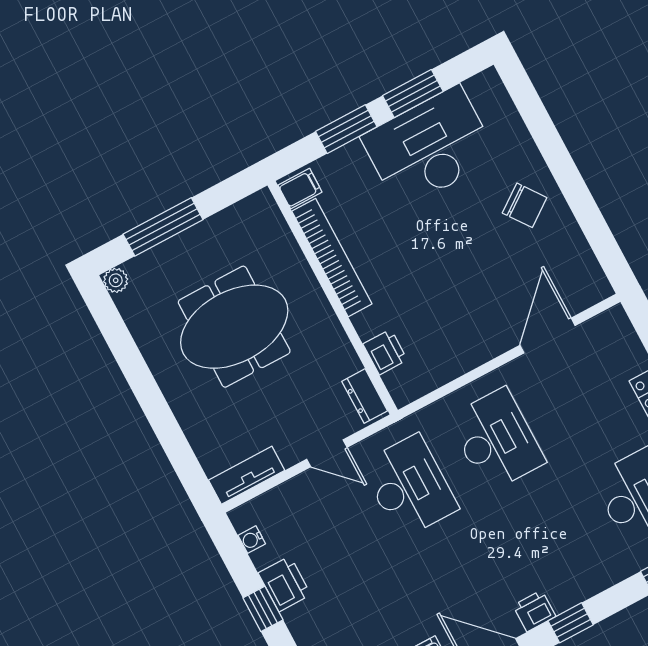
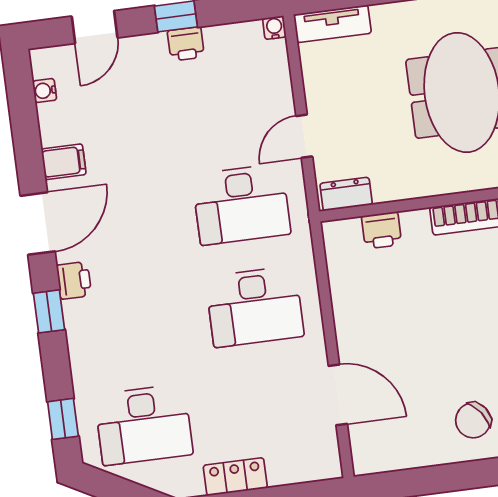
tv unit: (247, 475) -> (332, 24), moved, turned 90
water cooler: (252, 540) -> (274, 28), moved
printer: (285, 584) -> (186, 44), width x0.73, depth x0.81

